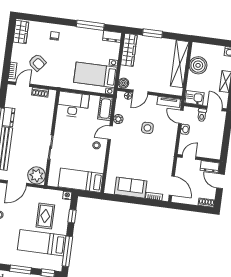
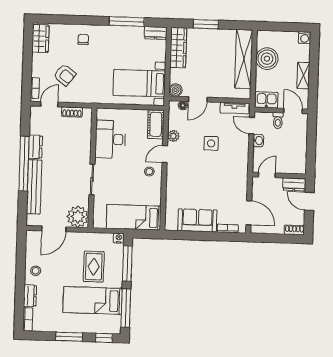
desk: (73, 105) -> (110, 139), moved, turned -90
window: (72, 216) -> (127, 264), width x2.17

